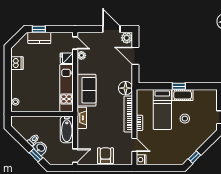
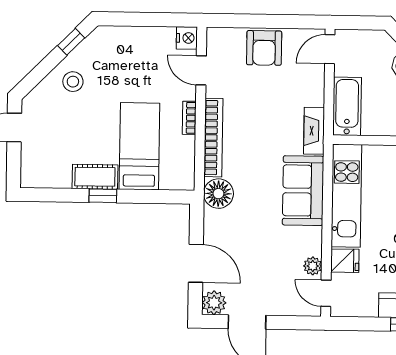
stool: (185, 119) -> (73, 82), moved

